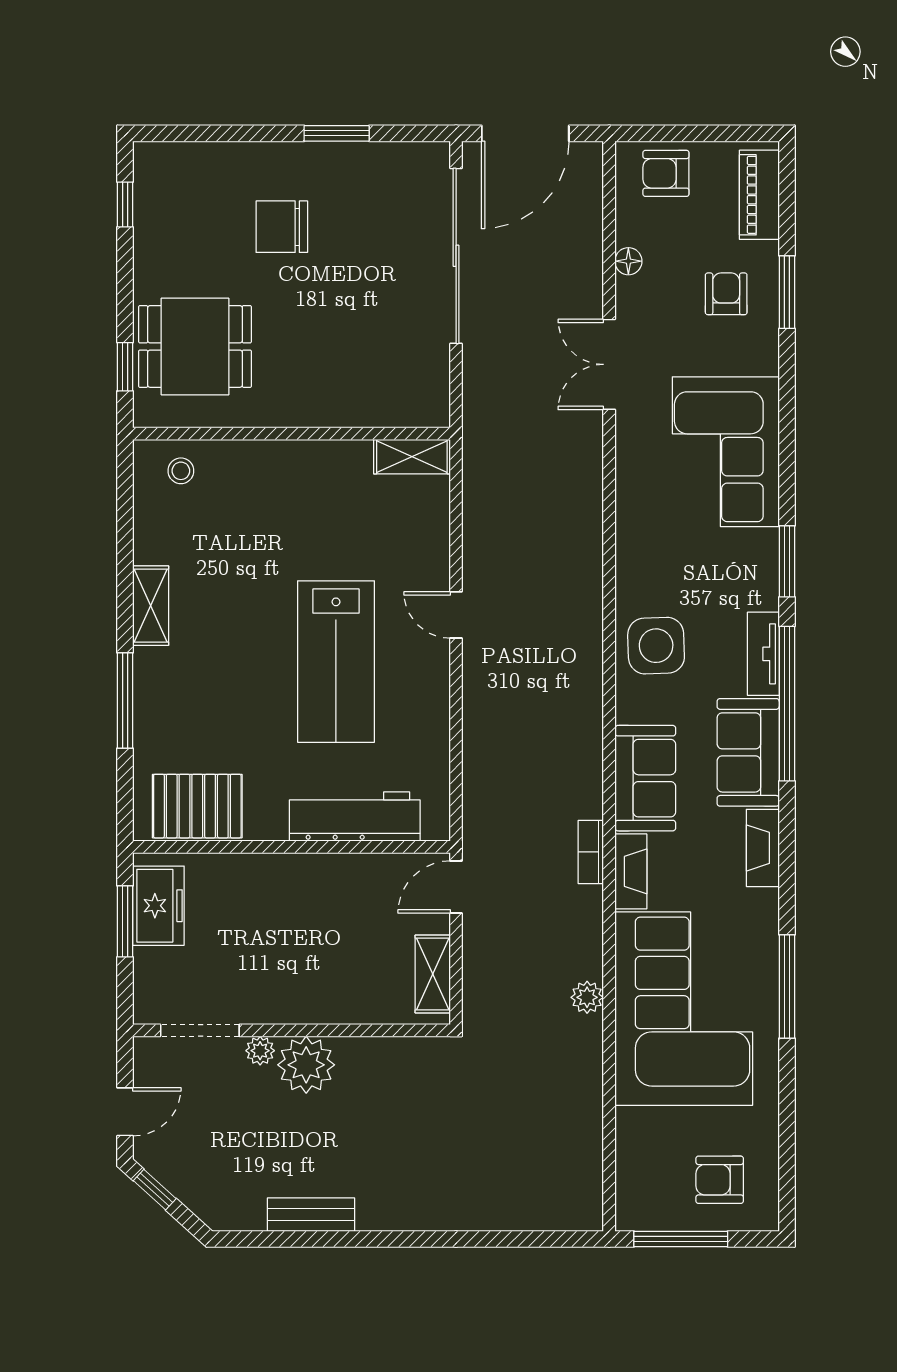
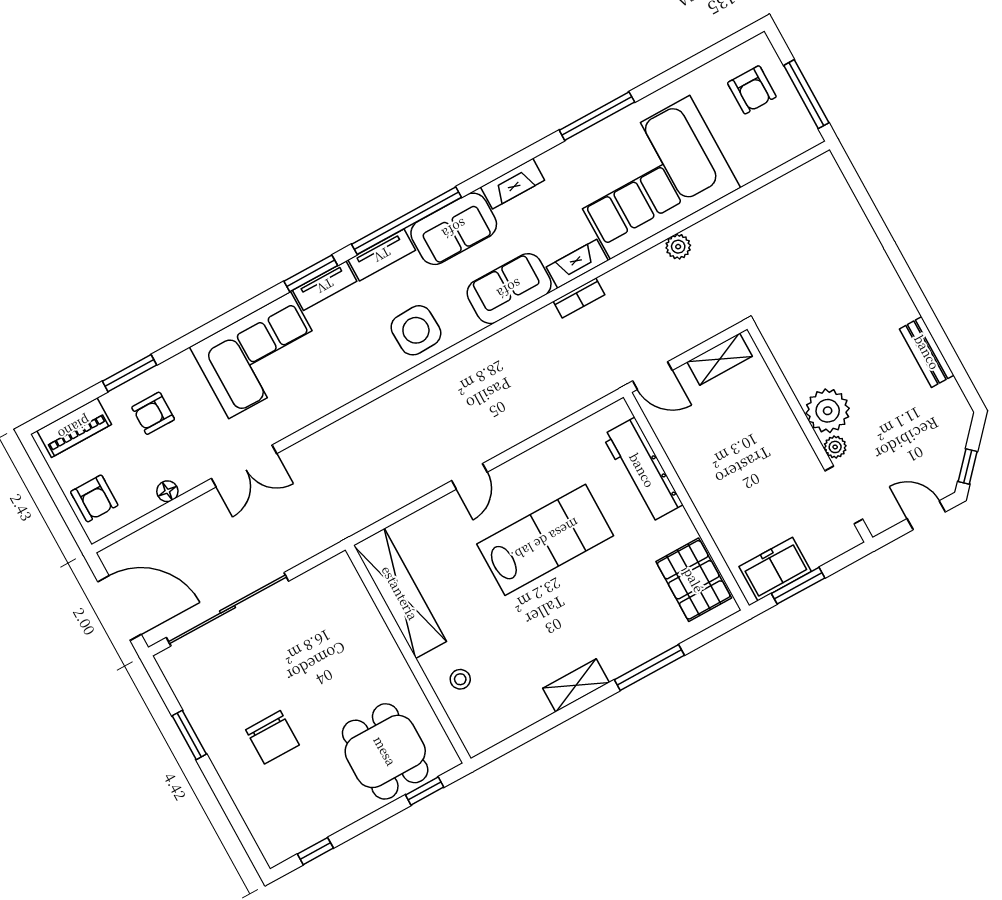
shelving: (412, 457) -> (400, 593), width x2.20, depth x1.33
stool: (181, 471) -> (460, 679), moved
tv unit: (764, 569) -> (325, 286), added

